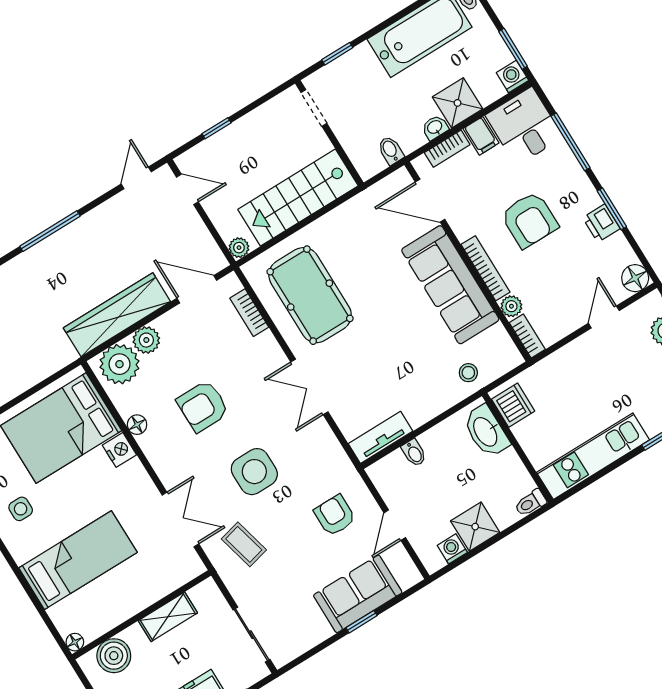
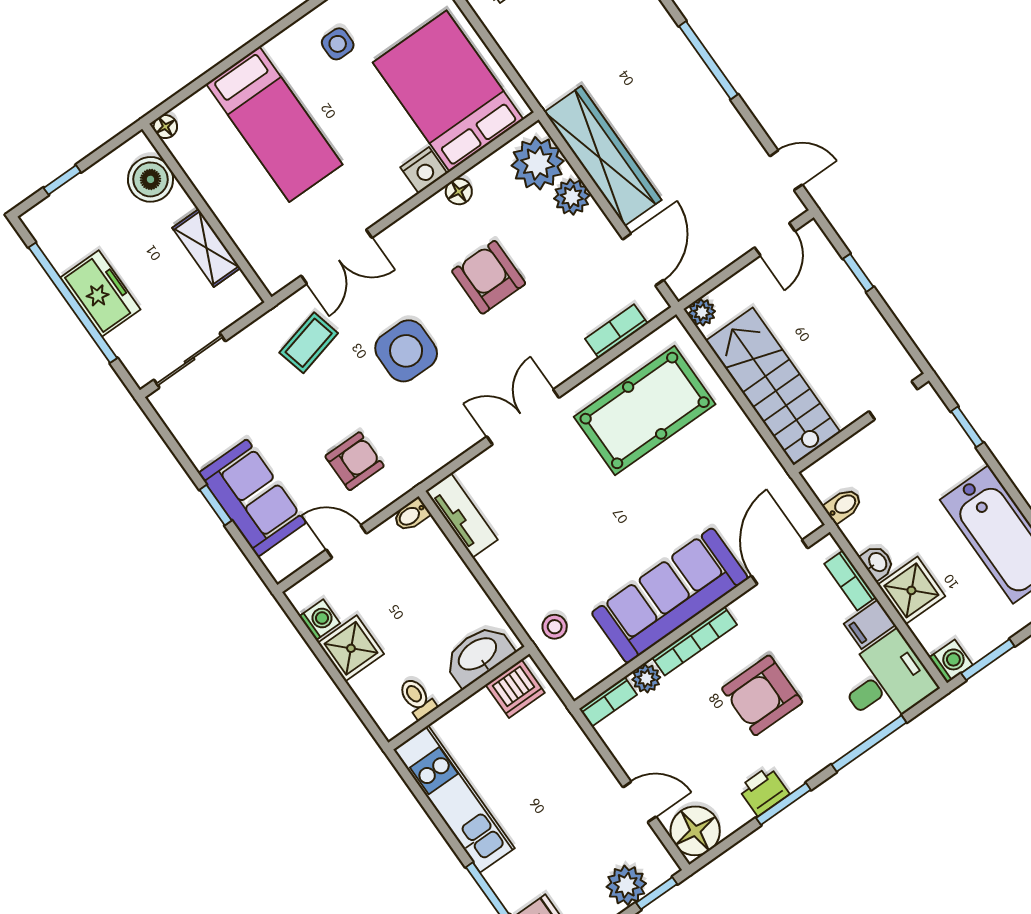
floor lamp: (635, 278) -> (695, 831), width x1.38, depth x1.38
bidet: (414, 453) -> (411, 515), moved
toilet: (530, 503) -> (417, 698), moved

